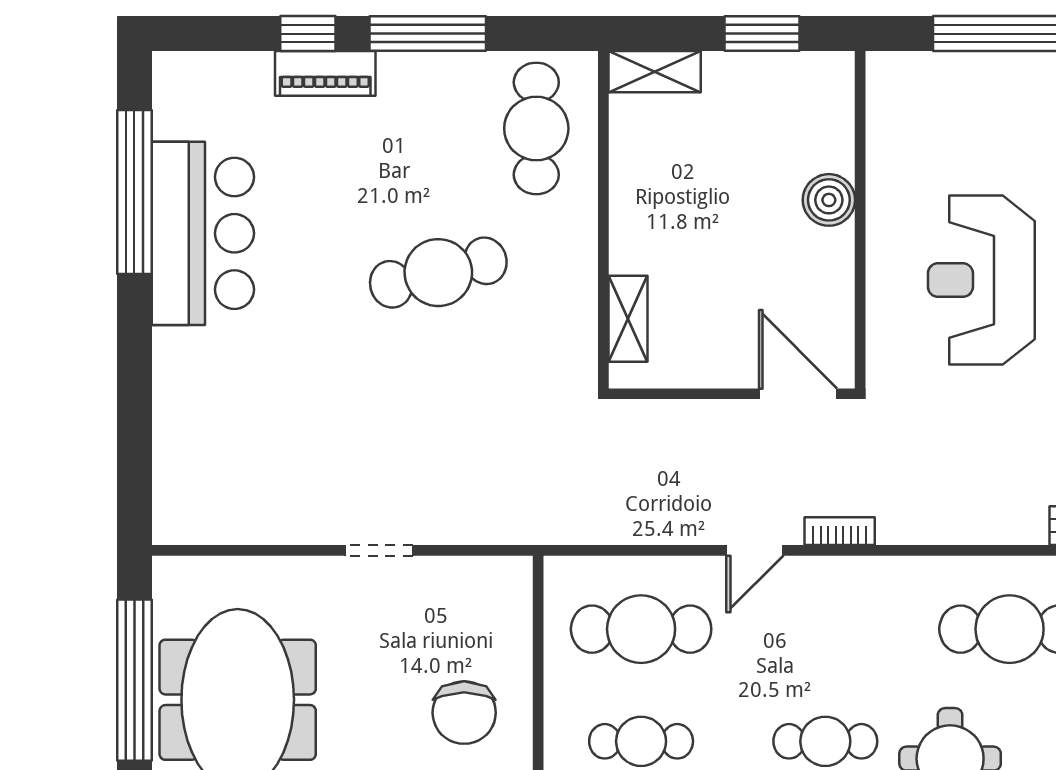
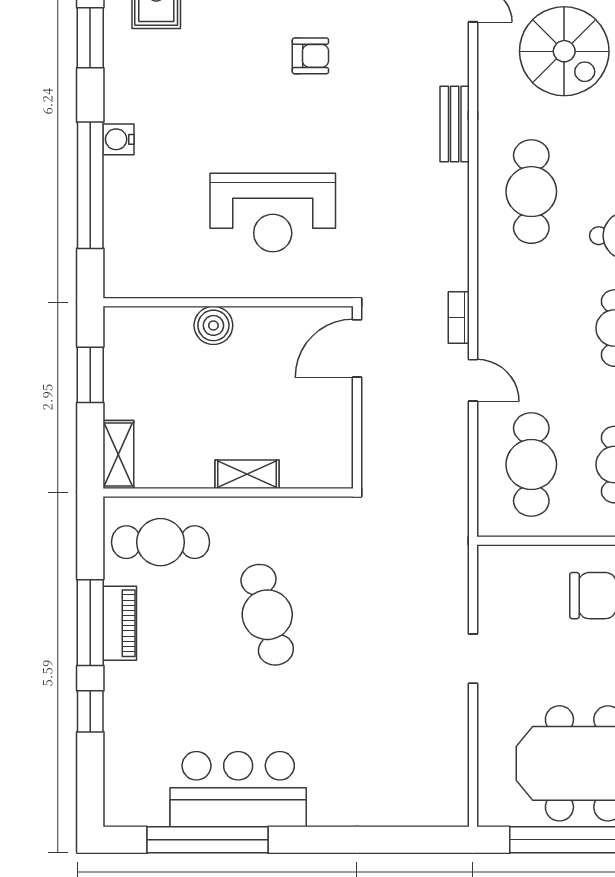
piano: (325, 73) -> (120, 623), moved
shelving: (628, 319) -> (247, 474), moved

